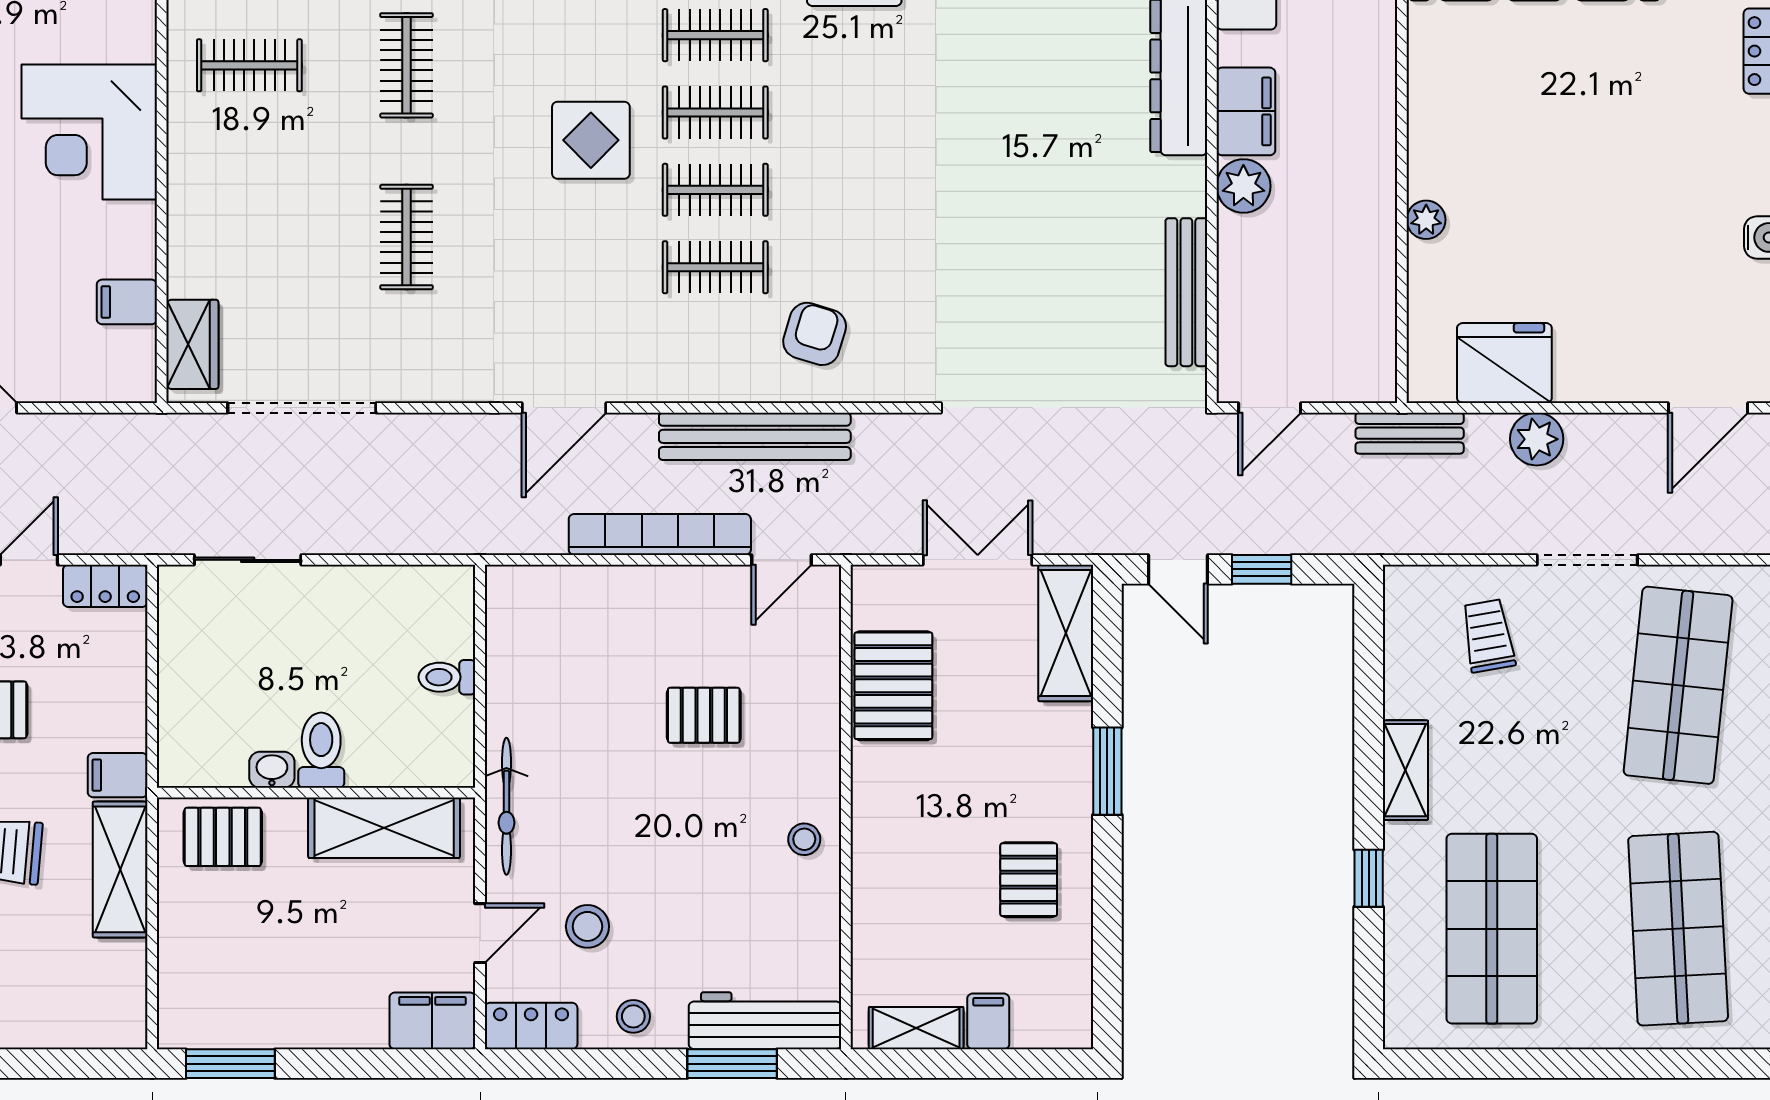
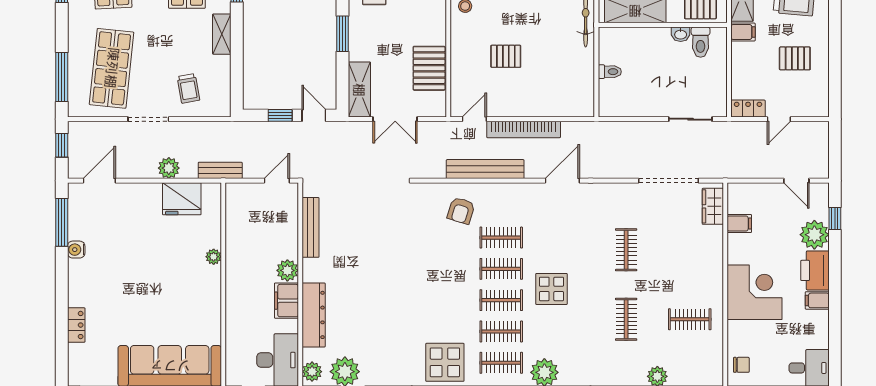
toilet: (321, 750) -> (701, 42), moved

